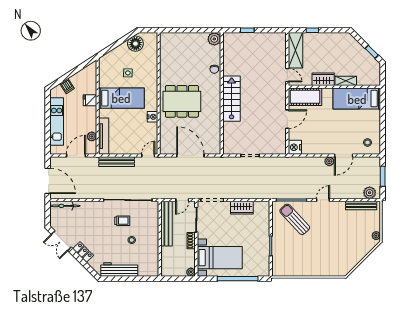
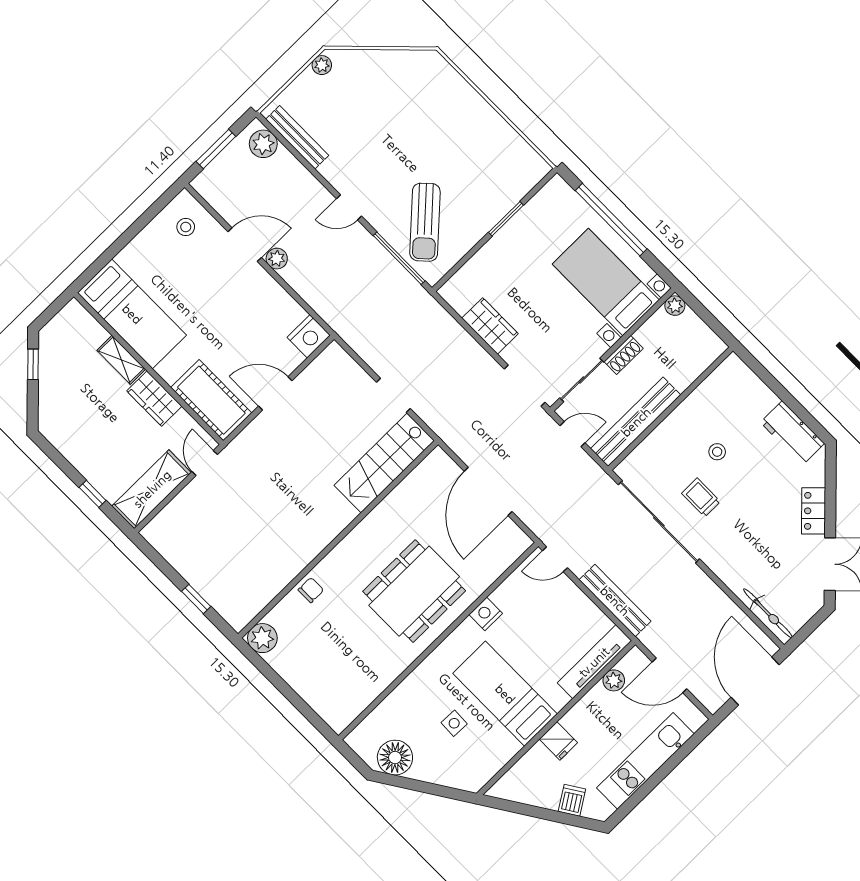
stairs: (232, 99) -> (384, 463), moved
dining table: (182, 101) -> (414, 591), turned 90
workbench: (119, 270) -> (792, 433), width x0.73

